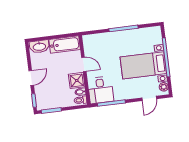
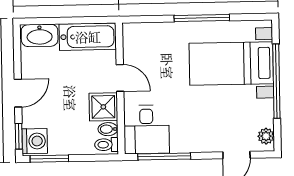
bed with nightstands: (143, 65) -> (231, 64), moved
washing machine: (43, 102) -> (35, 141), added

